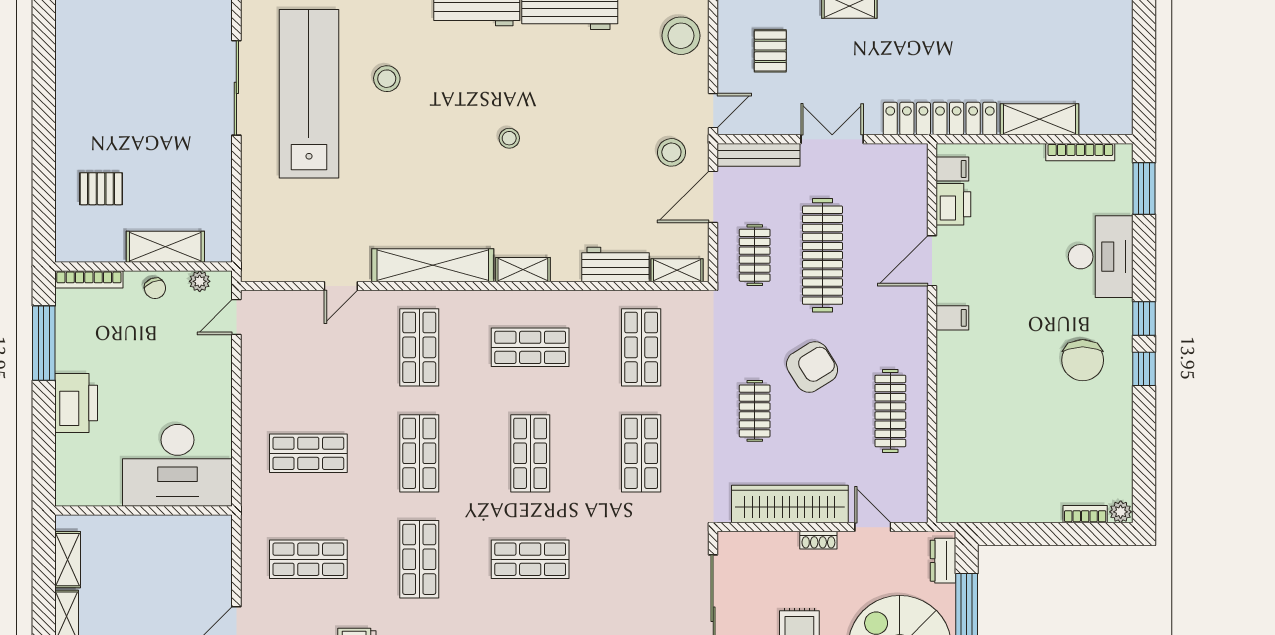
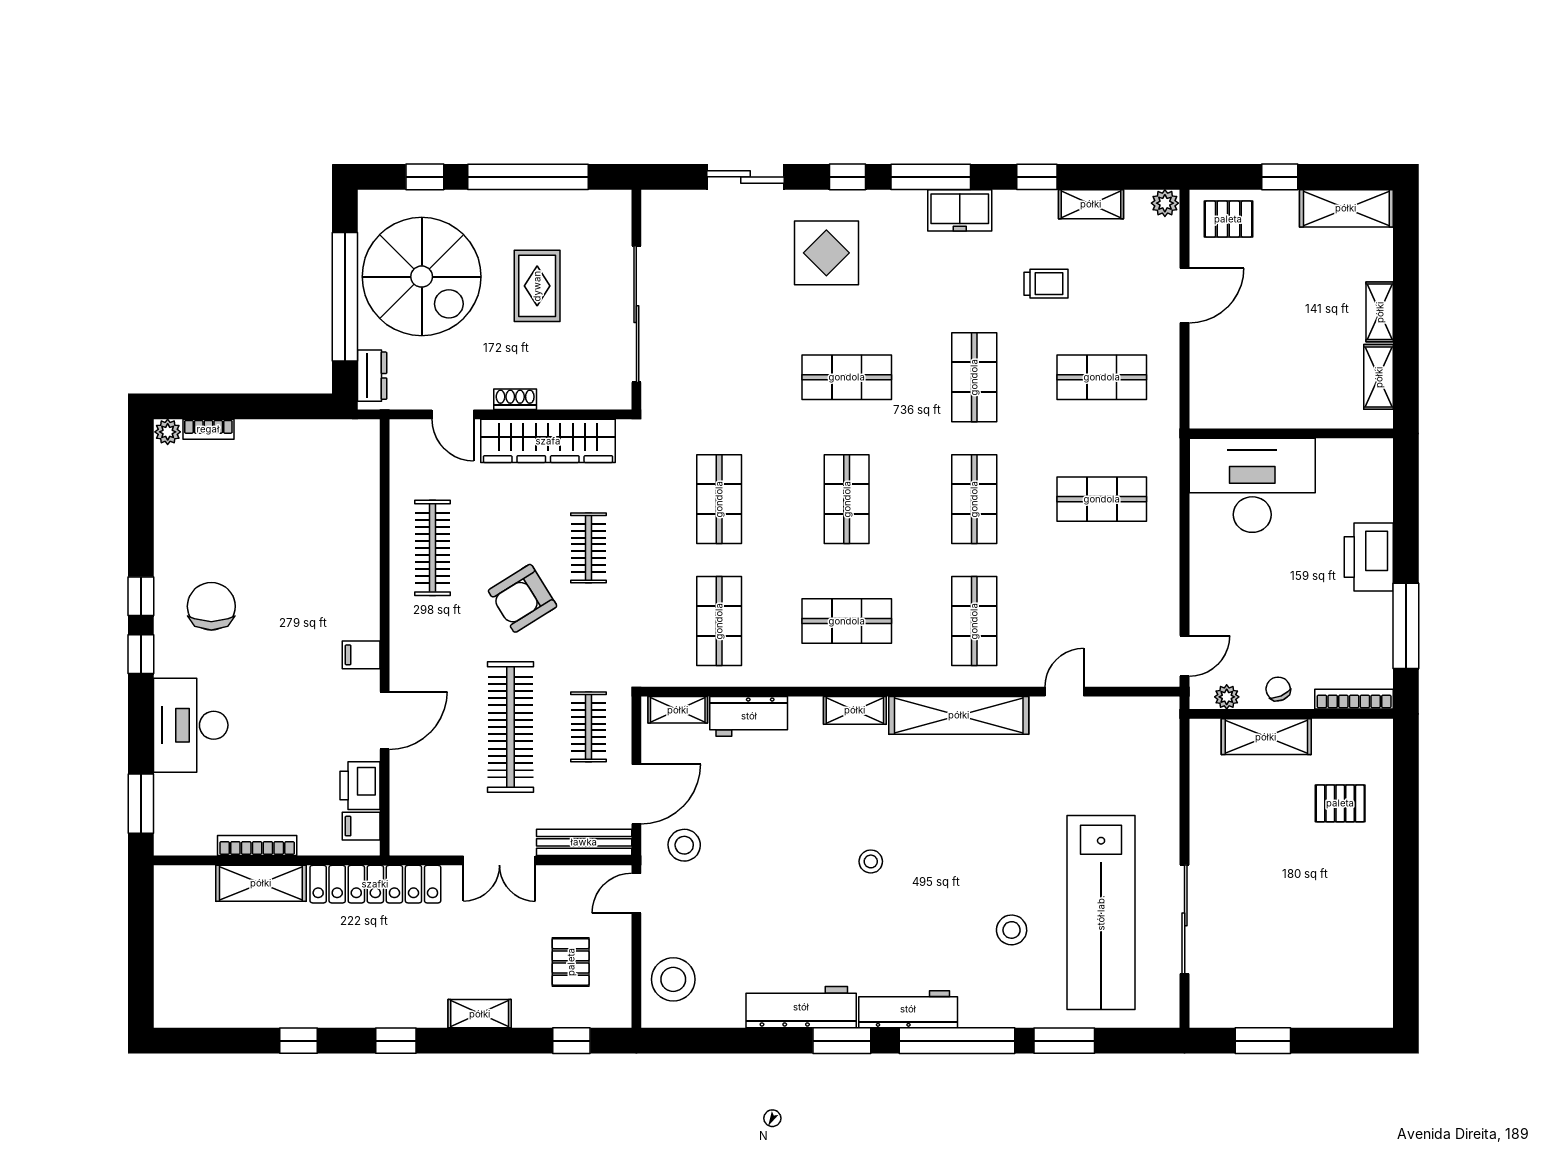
bookcase: (1080, 152) -> (257, 846), moved

